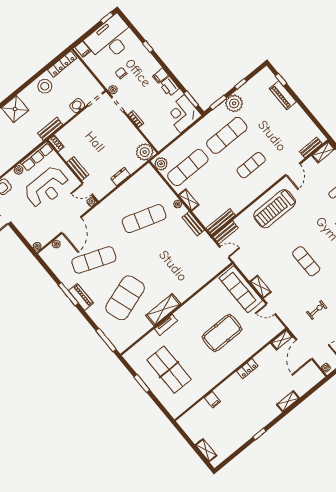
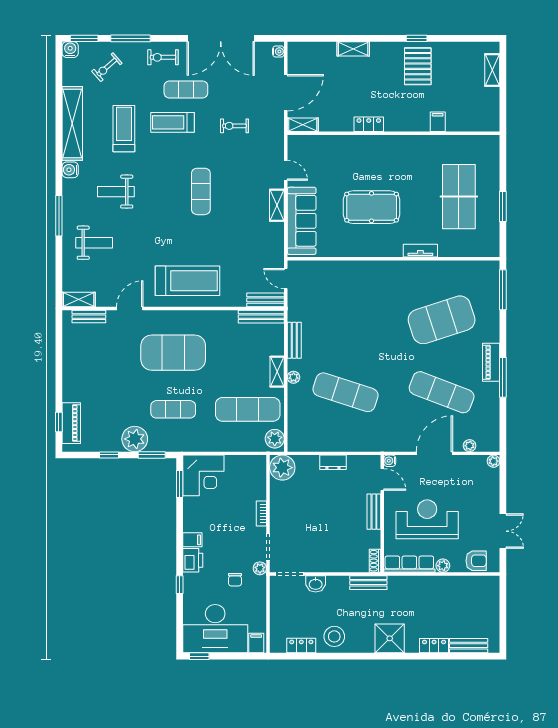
locker: (62, 64) -> (301, 646), width x0.66
printer: (169, 86) -> (193, 560), moved
piano: (283, 95) -> (71, 423), moved
exercise mat: (227, 135) -> (173, 409), width x0.73, depth x0.69
exercise mat: (251, 165) -> (173, 353), width x2.00, depth x1.45
shelving: (163, 310) -> (409, 271), removed
pool table: (222, 333) -> (372, 207), moved
pallet: (247, 420) -> (418, 66), added

